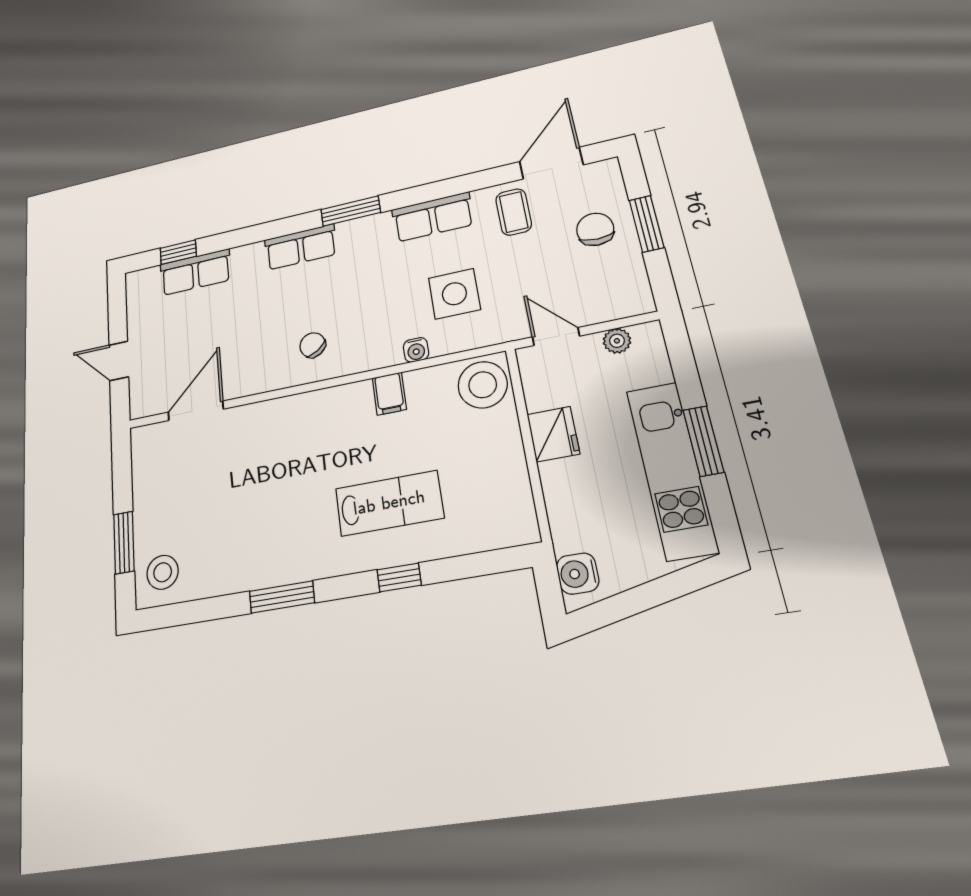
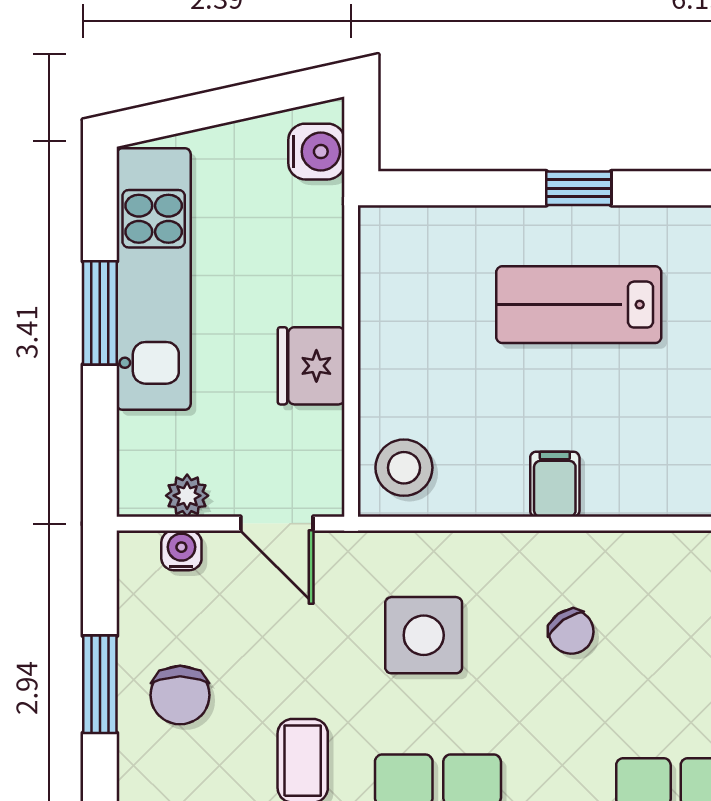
chair: (313, 345) -> (571, 632), moved
water cooler: (416, 350) -> (181, 550), moved
stool: (483, 385) -> (404, 468), width x0.73, depth x0.73

